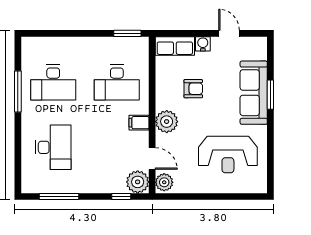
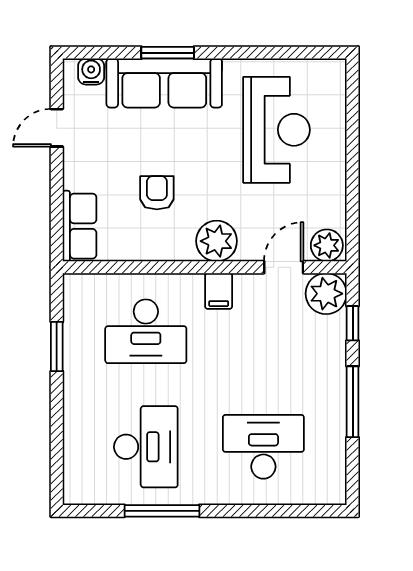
window: (127, 33) -> (57, 347), moved
water cooler: (203, 44) -> (91, 72), moved, turned 90
desk: (117, 83) -> (146, 331), turned 90
window: (59, 196) -> (353, 402), moved

